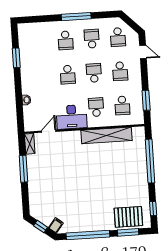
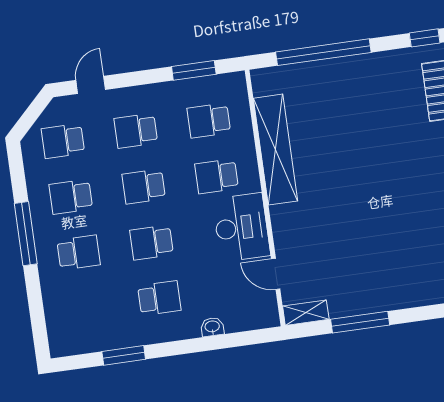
school desk: (118, 37) -> (63, 141), turned 180
school desk: (120, 71) -> (136, 131), turned 180
school desk: (68, 75) -> (152, 242), turned 180
school desk: (42, 76) -> (159, 298), added
school desk: (122, 105) -> (209, 121), turned 180

